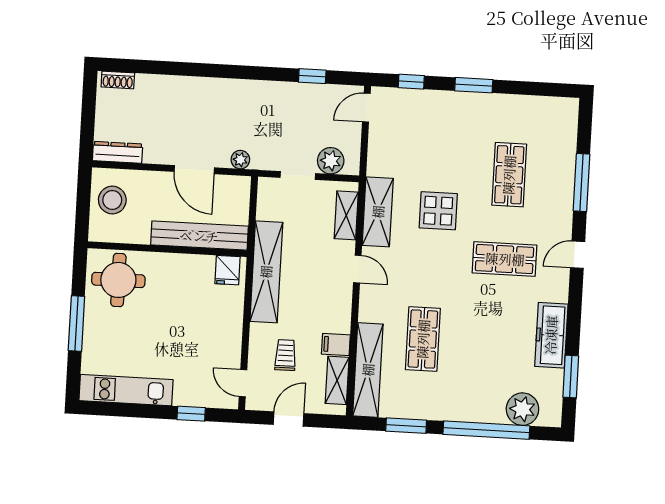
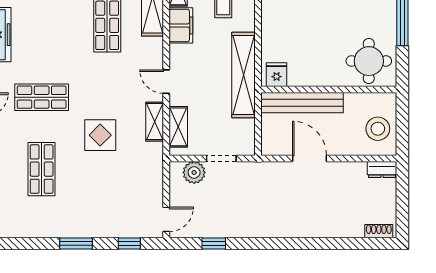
dresser: (118, 152) -> (382, 170), width x0.70
plant: (240, 160) -> (271, 169), removed
shelving: (378, 212) -> (155, 122), width x0.67, depth x0.75
filing cabinet: (336, 344) -> (181, 25), width x2.00

